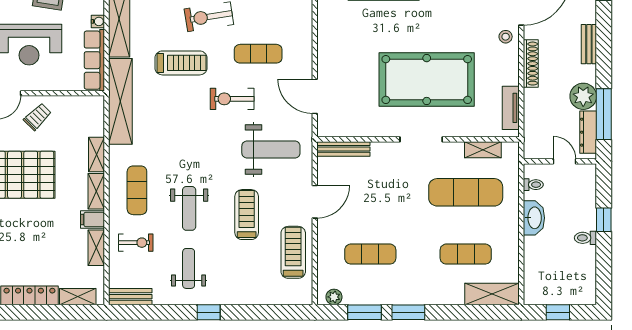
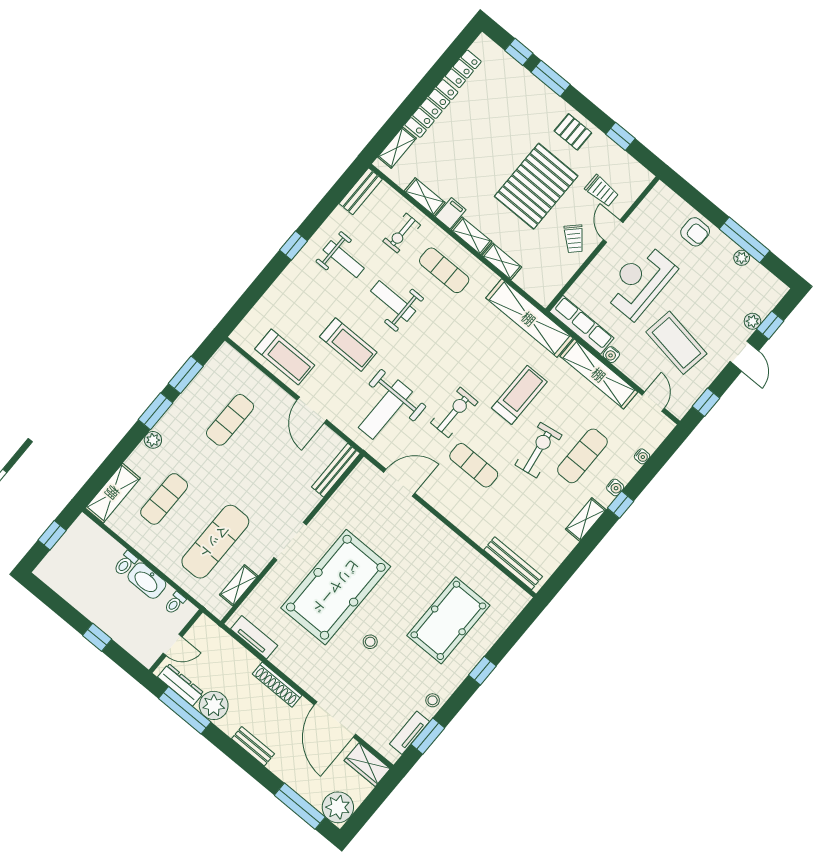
stool: (506, 37) -> (370, 642), moved
exercise mat: (258, 54) -> (474, 465), turned 90
treadmill: (181, 63) -> (519, 395), turned 180
toilet: (585, 238) -> (126, 563), moved, turned 180
plant: (334, 297) -> (153, 440), moved

